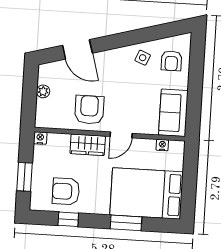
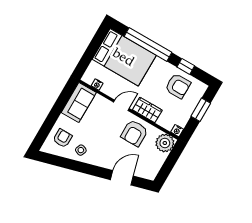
door: (77, 49) -> (122, 178), hinge flipped
plant: (43, 91) -> (165, 143), moved, width x1.88, depth x1.88
window: (126, 223) -> (148, 44), width x2.11

